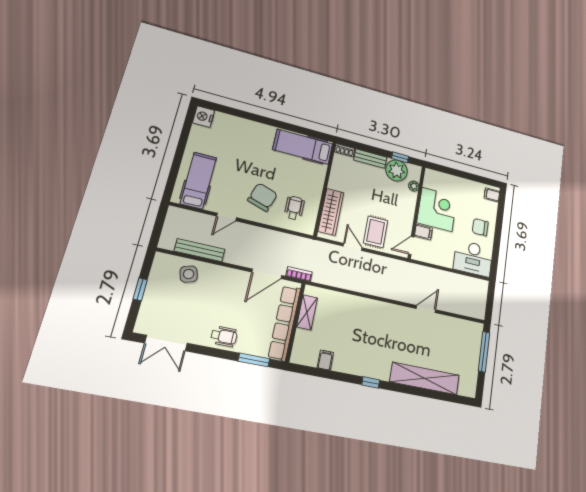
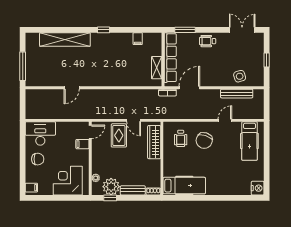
corner desk: (437, 209) -> (68, 181), moved, turned 90

